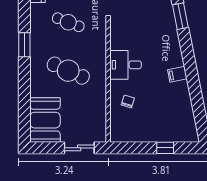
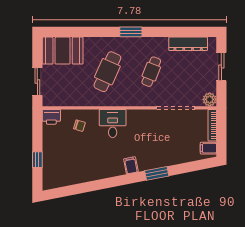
filing cabinet: (177, 74) -> (131, 165), moved
printer: (118, 132) -> (51, 117), added

